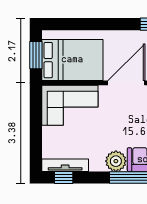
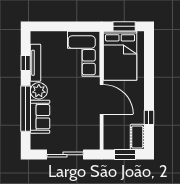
tv unit: (65, 165) -> (36, 63), moved
window: (64, 177) -> (26, 63), moved

